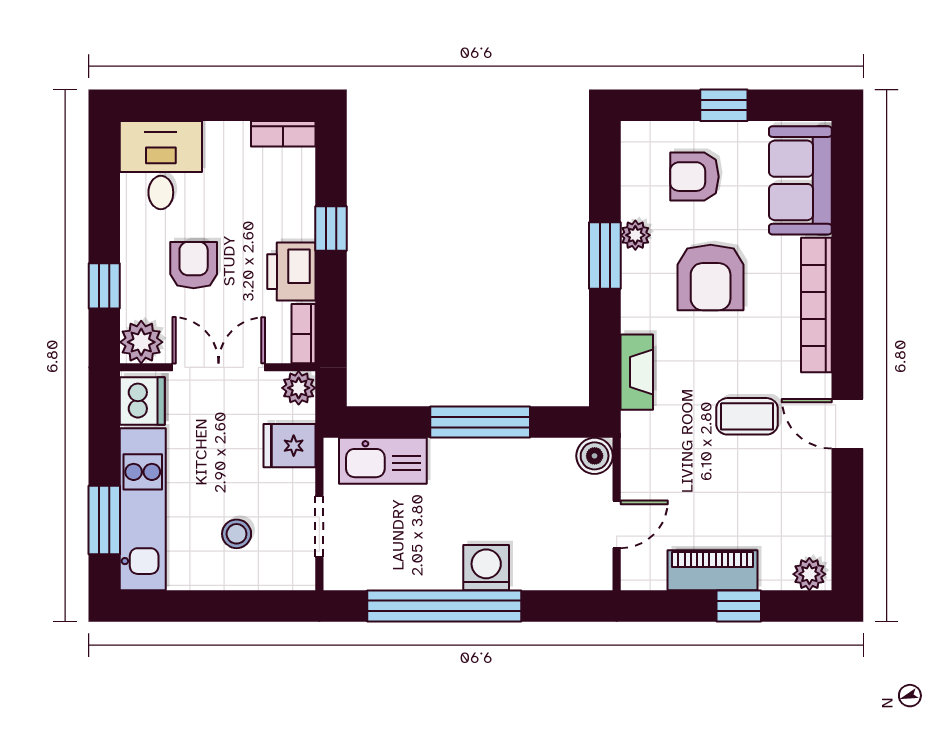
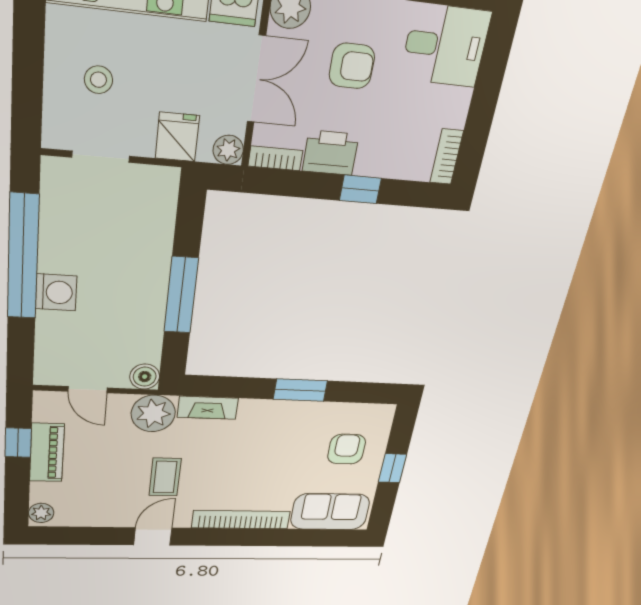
plant: (635, 235) -> (153, 413), moved, width x1.88, depth x1.88
armchair: (711, 277) -> (272, 457), removed
kitchen sink: (383, 461) -> (156, 216), removed
window: (739, 606) -> (18, 443), moved

